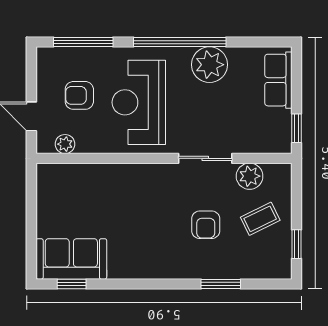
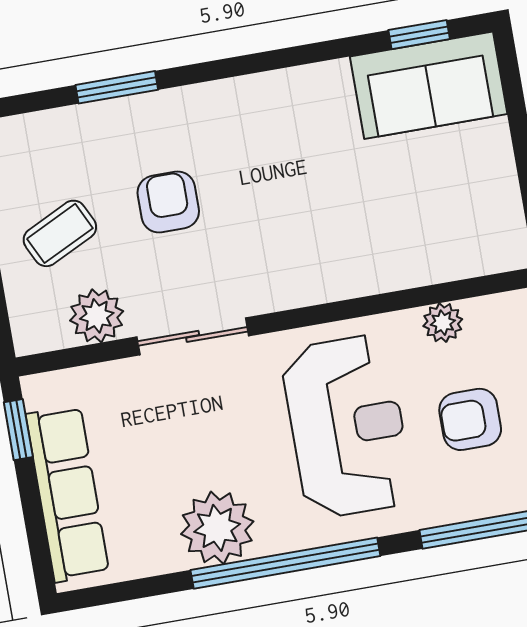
row of seats: (278, 80) -> (67, 494), width x1.48
armchair: (79, 95) -> (470, 419), turned 180
plant: (65, 144) -> (443, 323), moved

